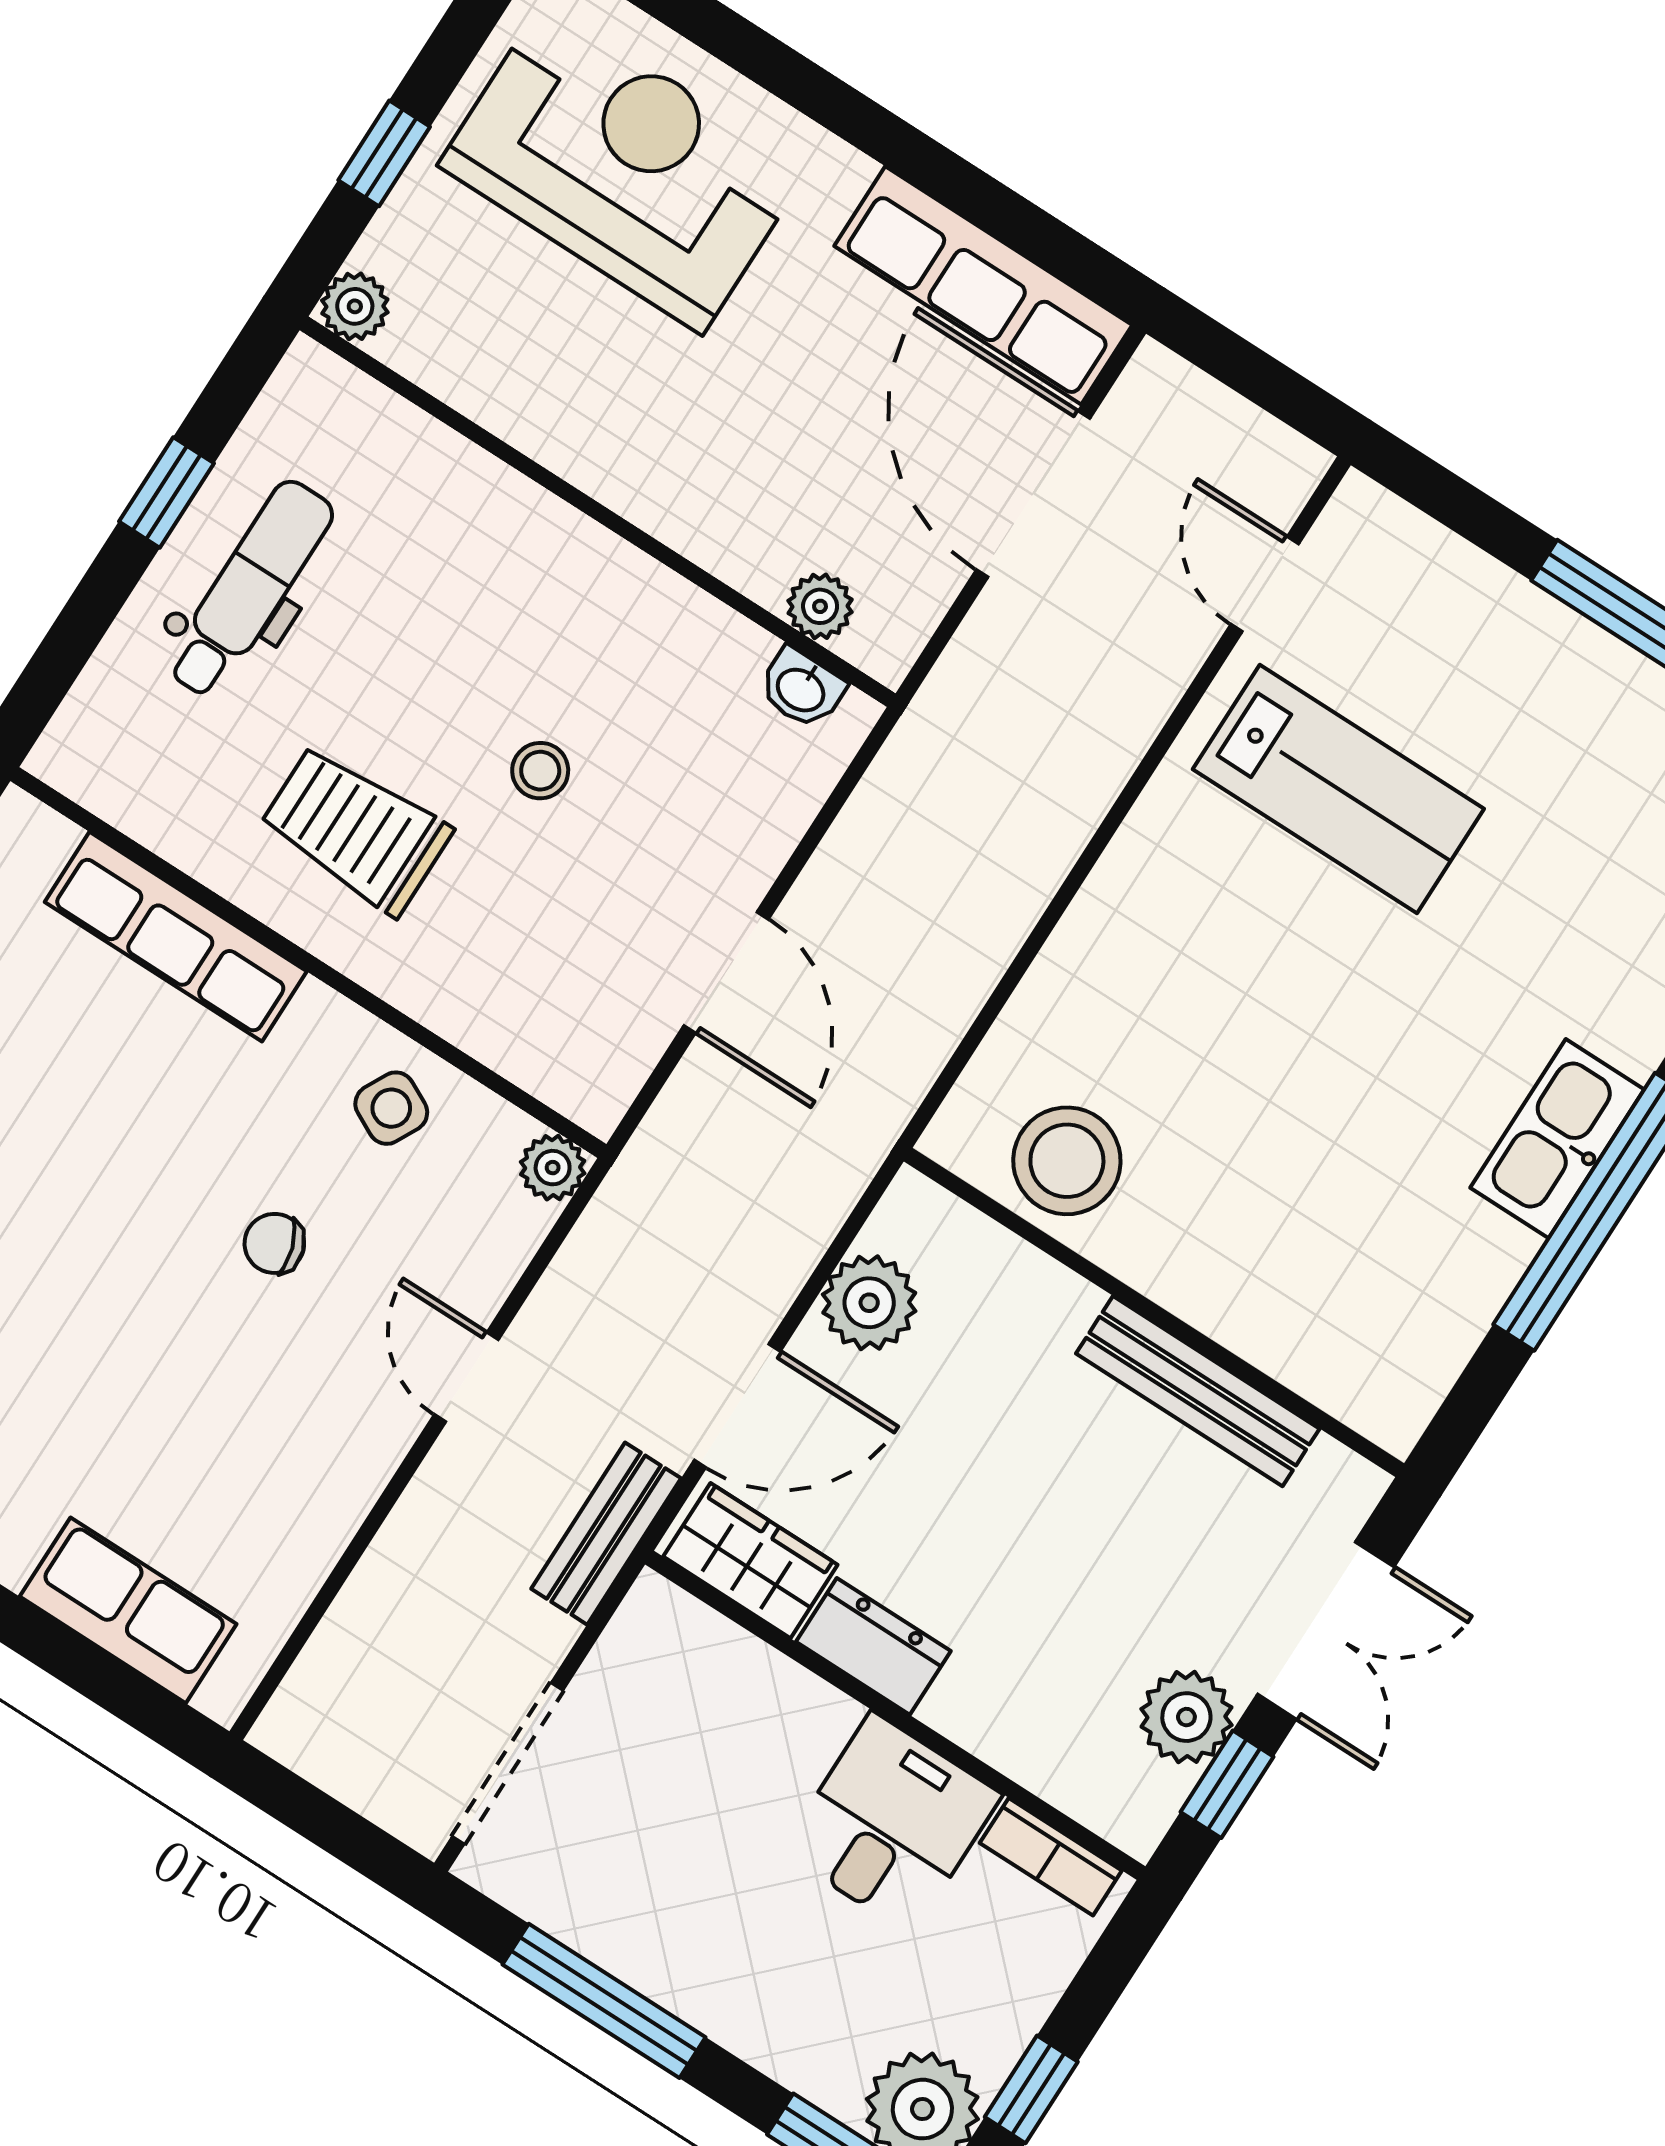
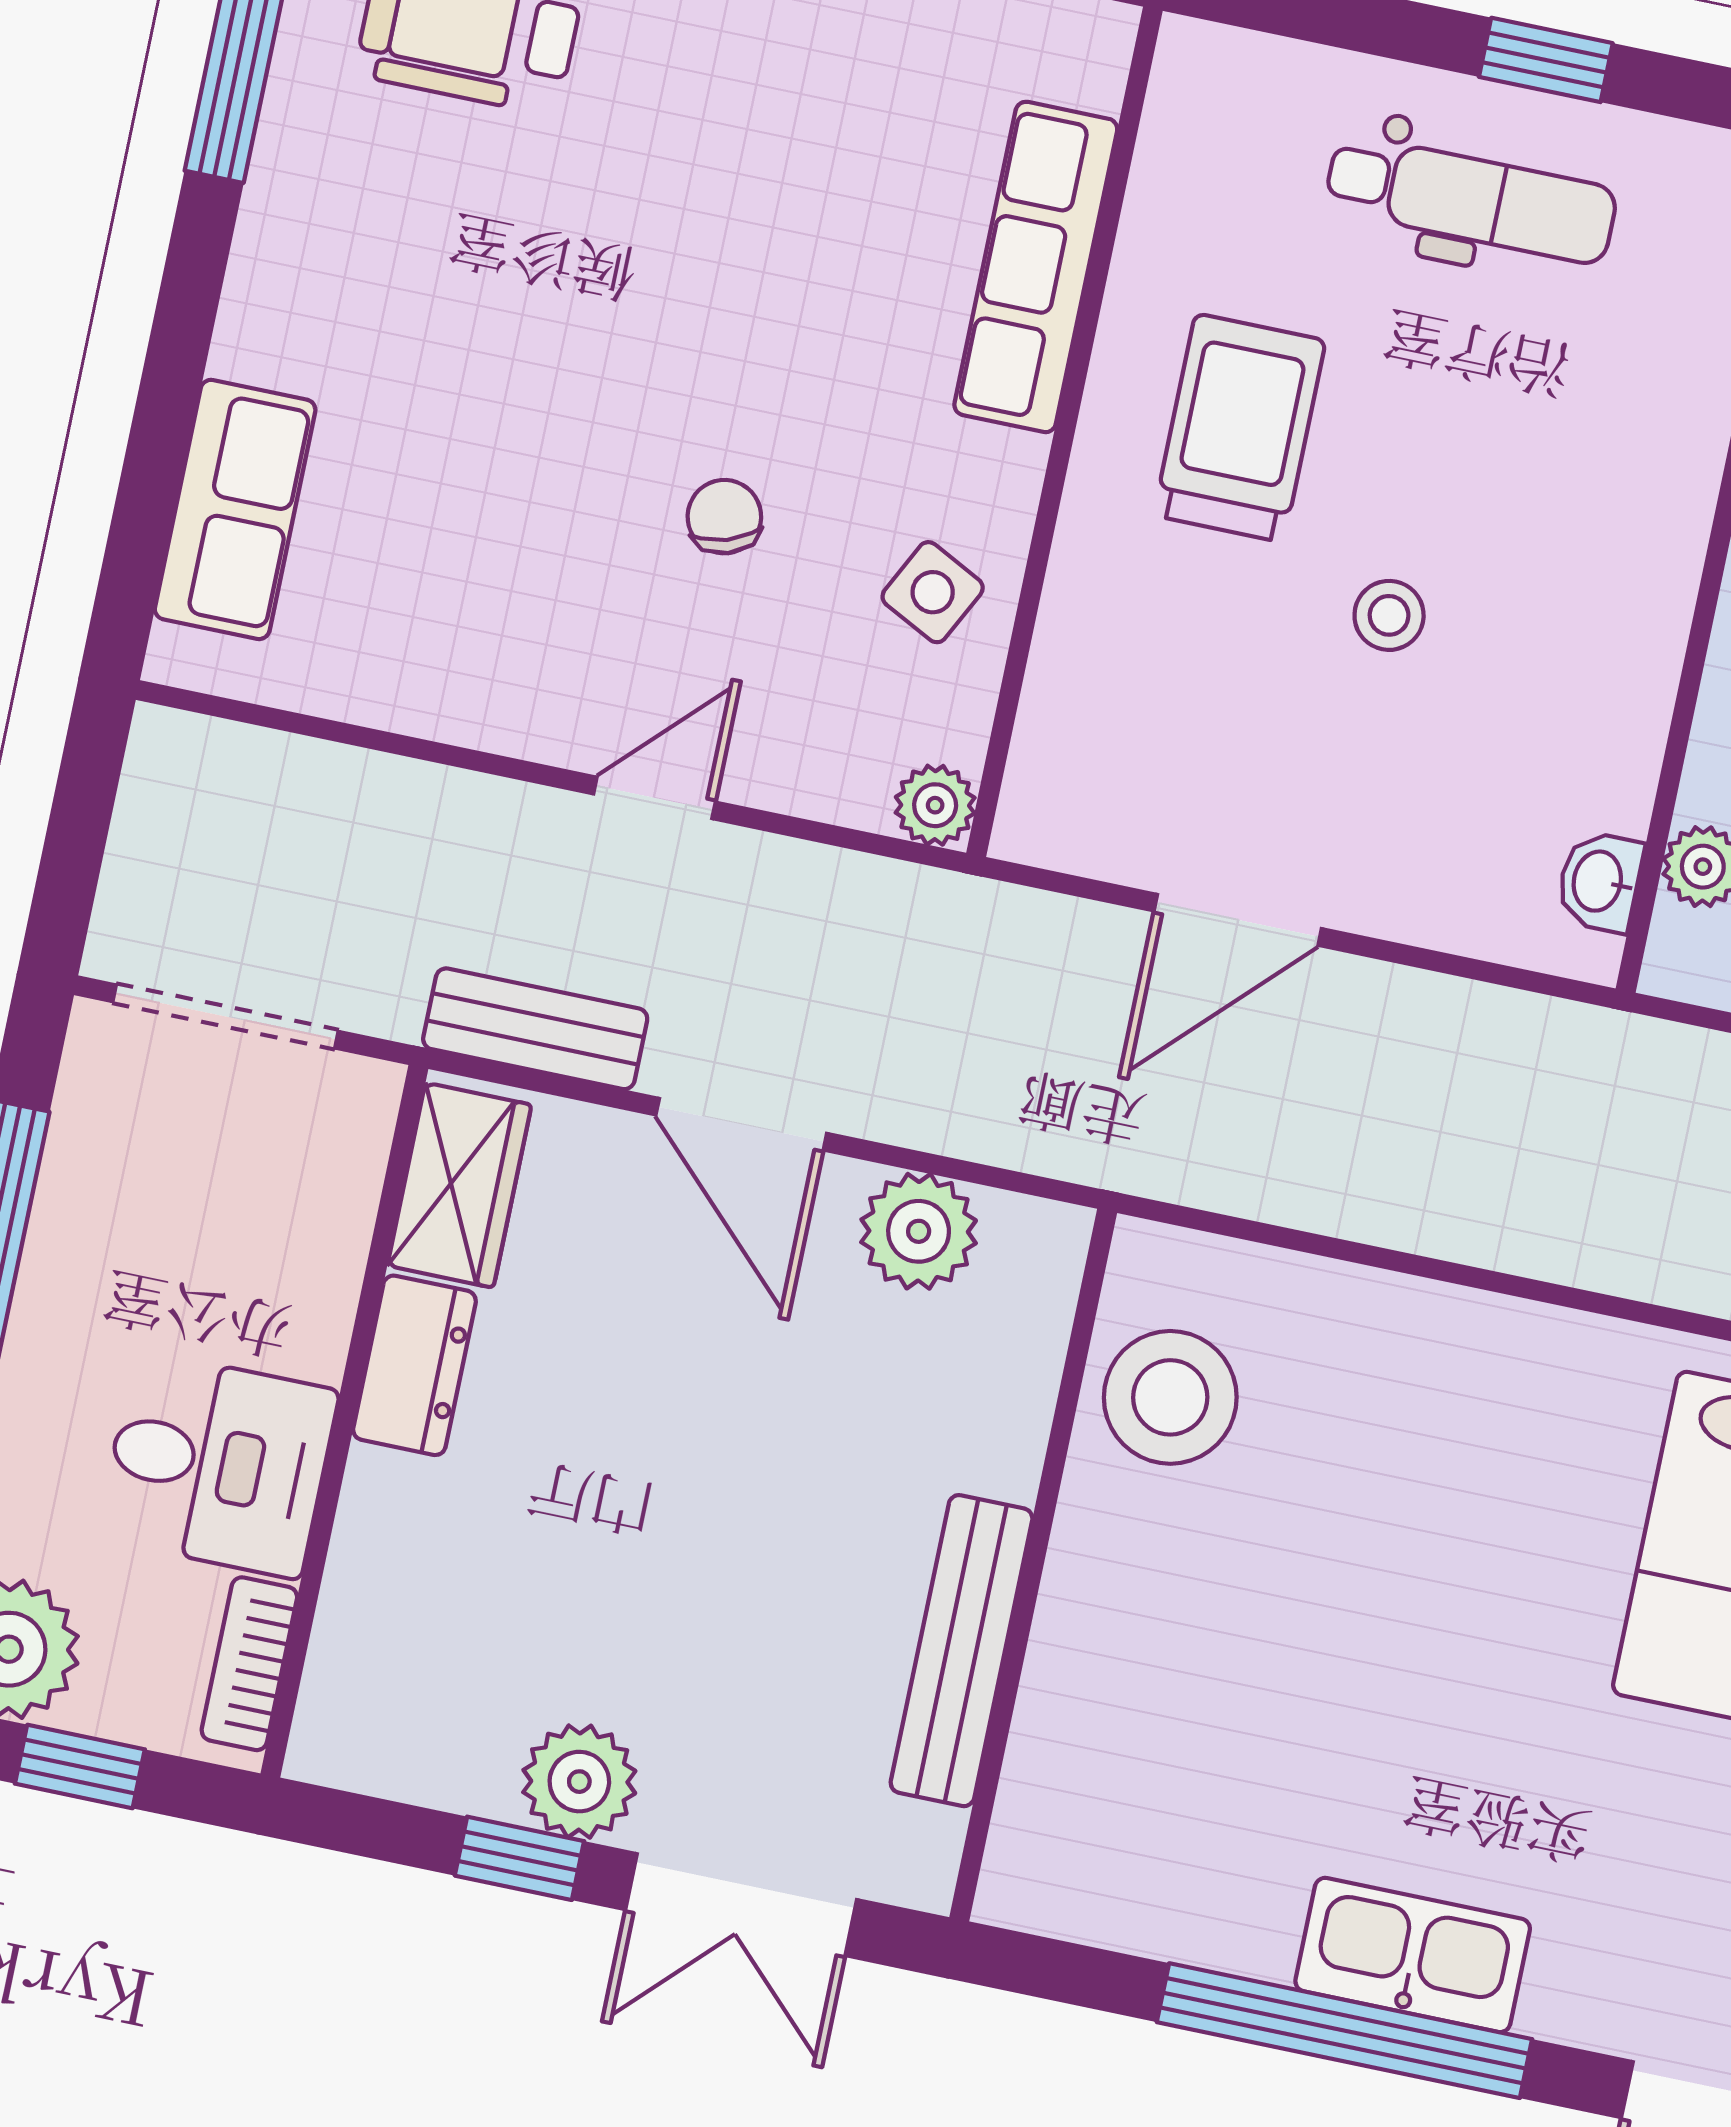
wardrobe: (750, 1561) -> (459, 1185), moved
dresser: (873, 1646) -> (414, 1365), moved
wall: (895, 1715) -> (344, 1421), moved
desk: (891, 1823) -> (218, 1464), moved
bookcase: (1051, 1857) -> (249, 1664), moved

